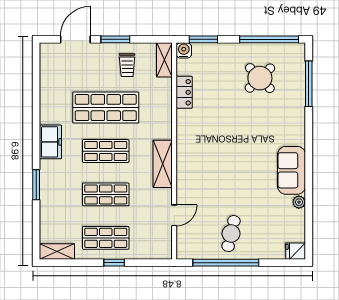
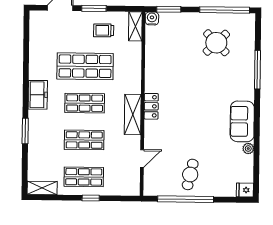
trolley: (127, 65) -> (104, 30), turned 90
window: (309, 84) -> (257, 70), moved
locker: (184, 92) -> (151, 106), moved

